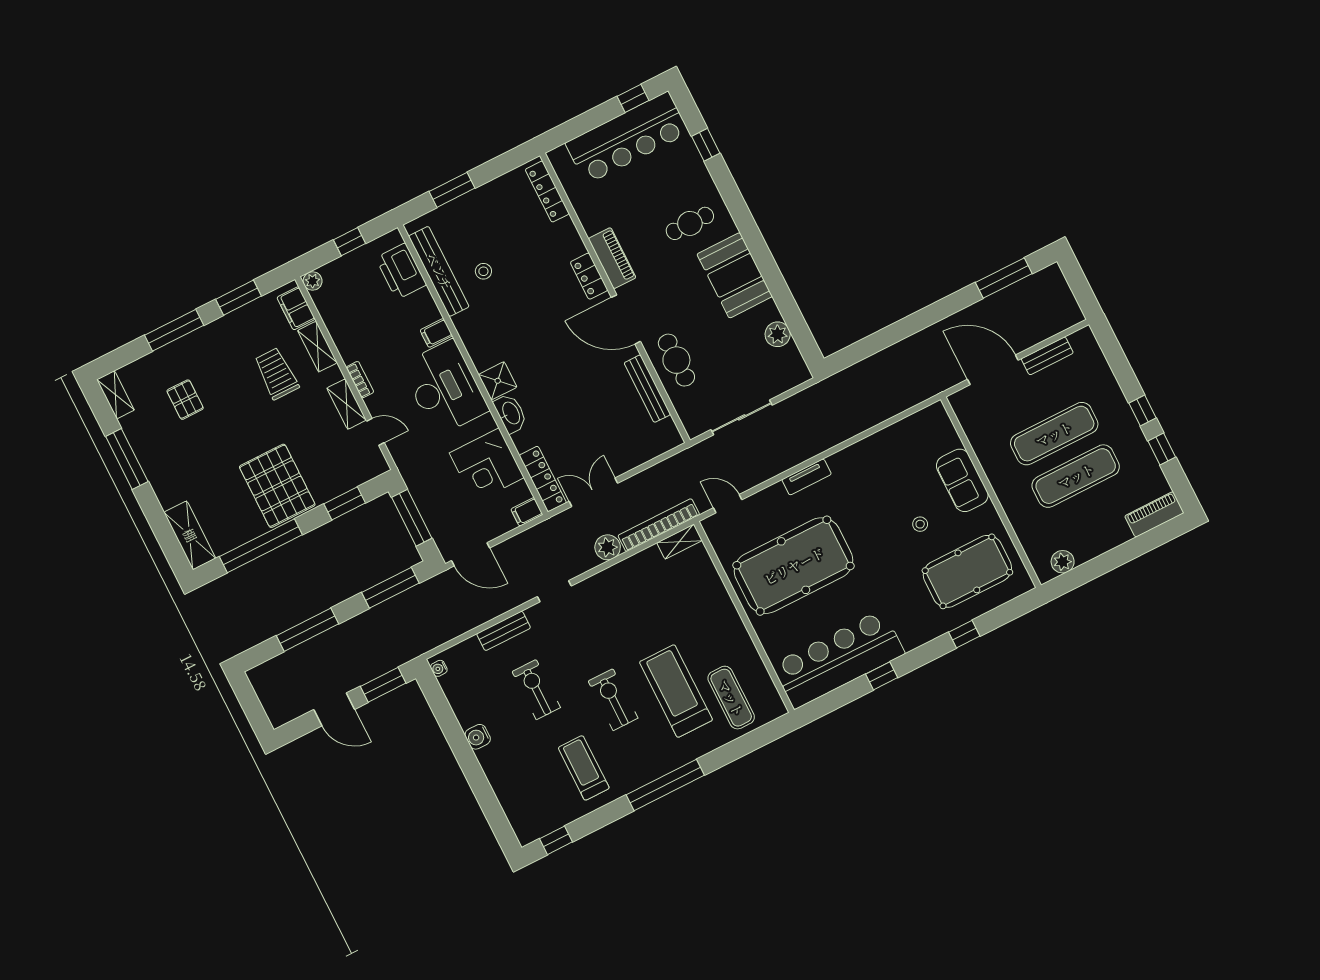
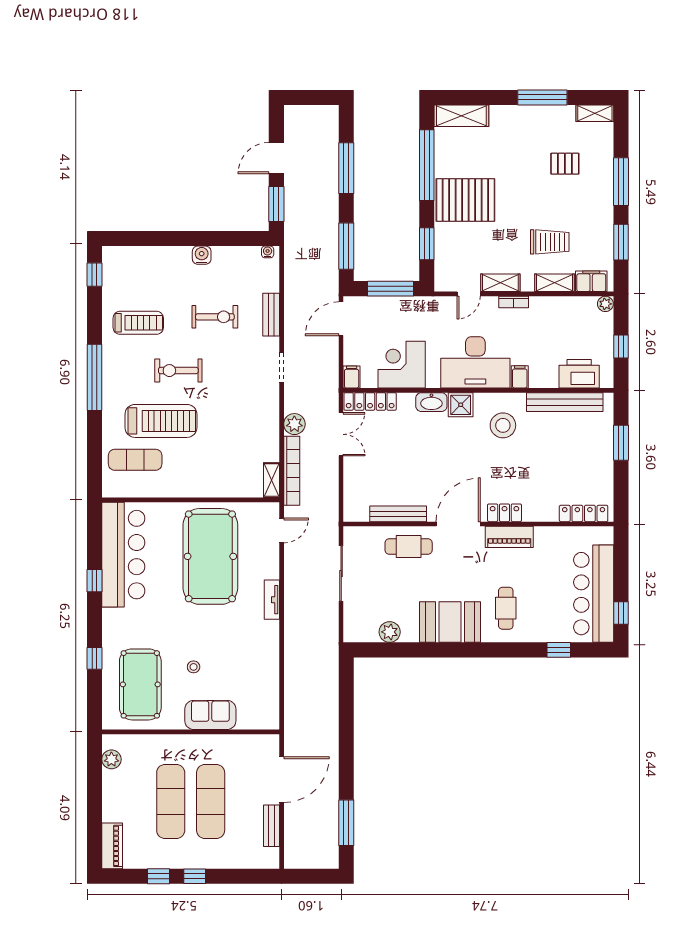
stool: (483, 271) -> (503, 425), moved, width x1.89, depth x1.89
exercise bike: (613, 700) -> (178, 371), turned 180

